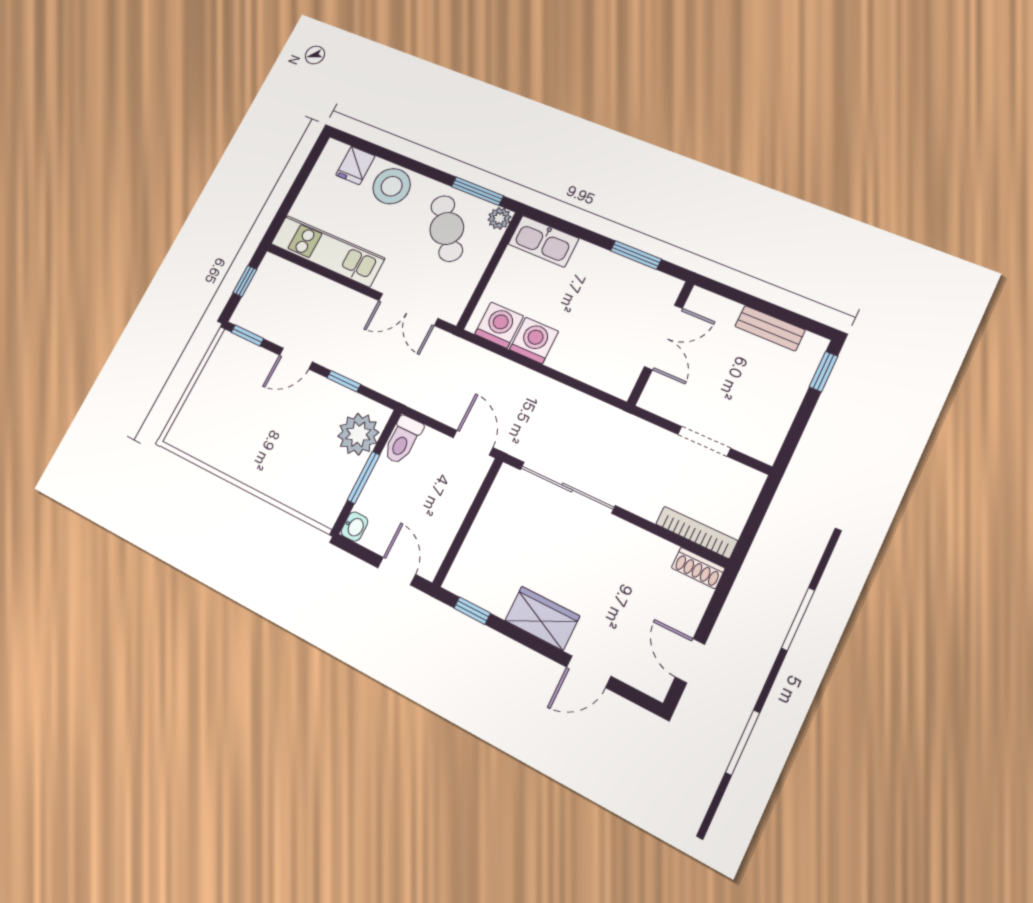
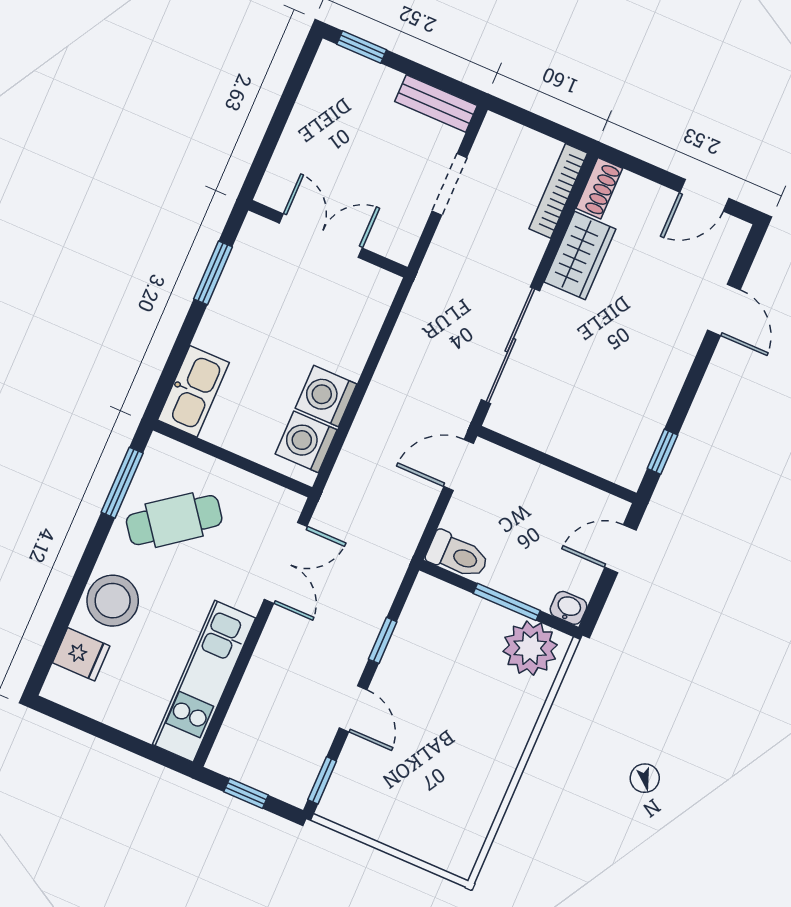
plant: (499, 218) -> (161, 451), removed
bench: (770, 328) -> (436, 104), moved, turned 90
plant: (358, 434) -> (530, 648), moved
wardrobe: (542, 618) -> (580, 255), moved, turned 180

